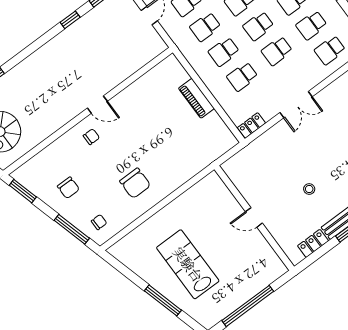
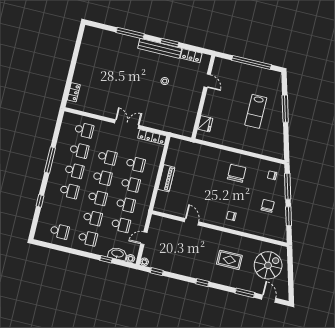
window: (70, 20) -> (202, 283), moved
rug: (43, 93) -> (229, 260), added
door: (97, 105) -> (192, 222), moved
locker: (251, 125) -> (152, 137), width x1.53
window: (23, 191) -> (289, 216), moved
fridge: (222, 195) -> (205, 124), added
door: (254, 217) -> (207, 81), moved
lab bench: (188, 264) -> (256, 111), width x0.73, depth x0.72

